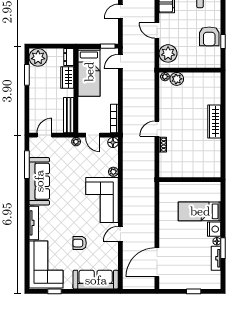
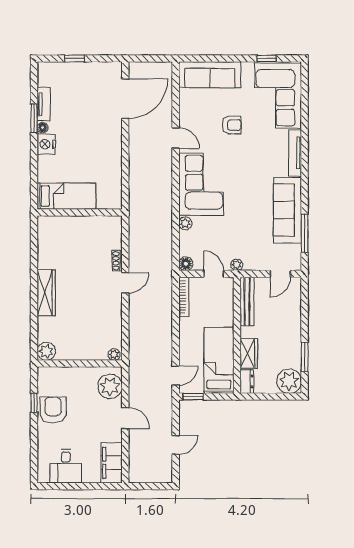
plant: (177, 79) -> (46, 351), moved
bed: (200, 211) -> (66, 196), moved
door: (120, 234) -> (176, 138), hinge flipped

